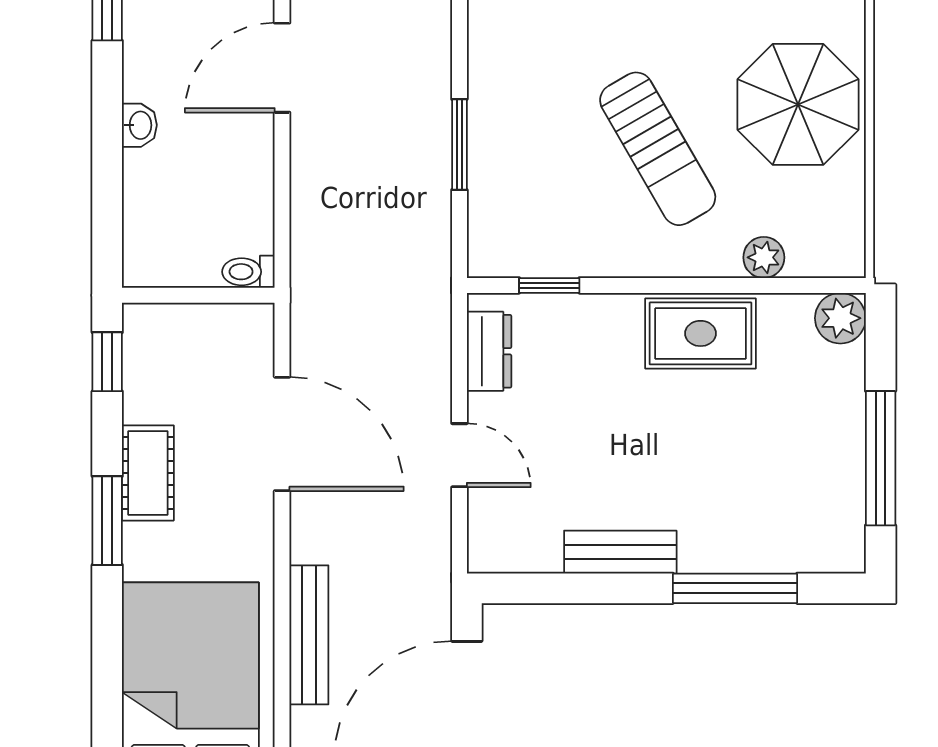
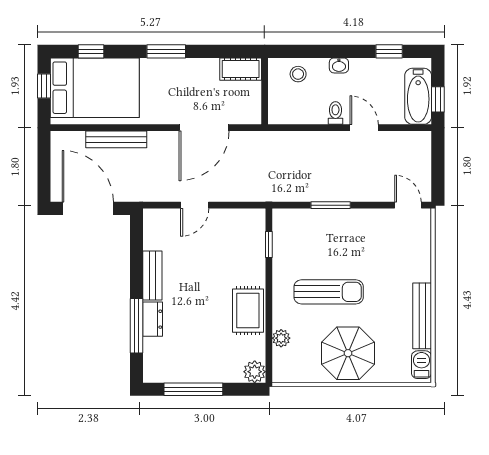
door: (282, 68) -> (364, 128), width x0.73
sun lounger: (658, 149) -> (329, 292), turned -150
stool: (159, 219) -> (298, 74), added
toilet: (248, 272) -> (335, 113), moved
dresser: (489, 351) -> (153, 319), moved, turned -90
window: (107, 362) -> (91, 51), moved
cot: (148, 473) -> (241, 69), moved

